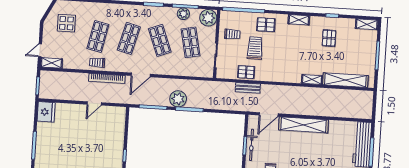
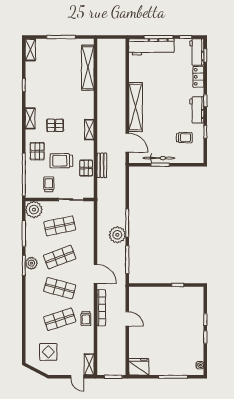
plant: (183, 14) -> (31, 263), moved
shop shelf: (98, 37) -> (60, 319), turned -30
pallet: (329, 38) -> (55, 125), moved
shelving: (312, 79) -> (89, 130), moved

